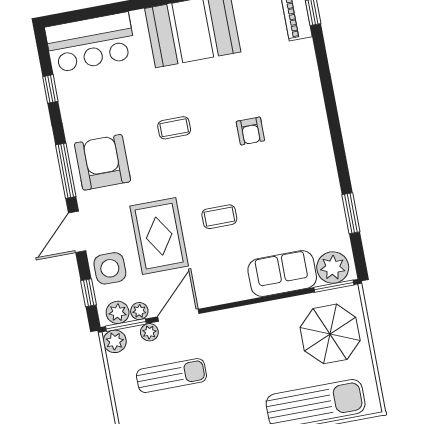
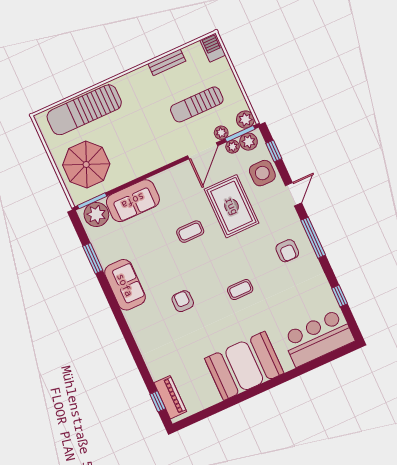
armchair: (102, 162) -> (287, 251), width x0.53, depth x0.53
sofa: (318, 170) -> (125, 285), added
door: (77, 232) -> (293, 194), width x0.73

